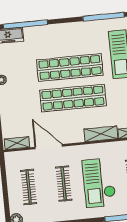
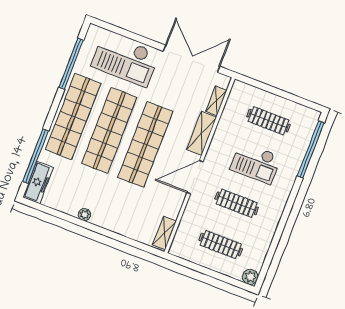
shop shelf: (67, 37) -> (73, 116), added
door: (49, 147) -> (195, 177), moved
checkout: (99, 183) -> (256, 163), width x0.73, depth x0.83

